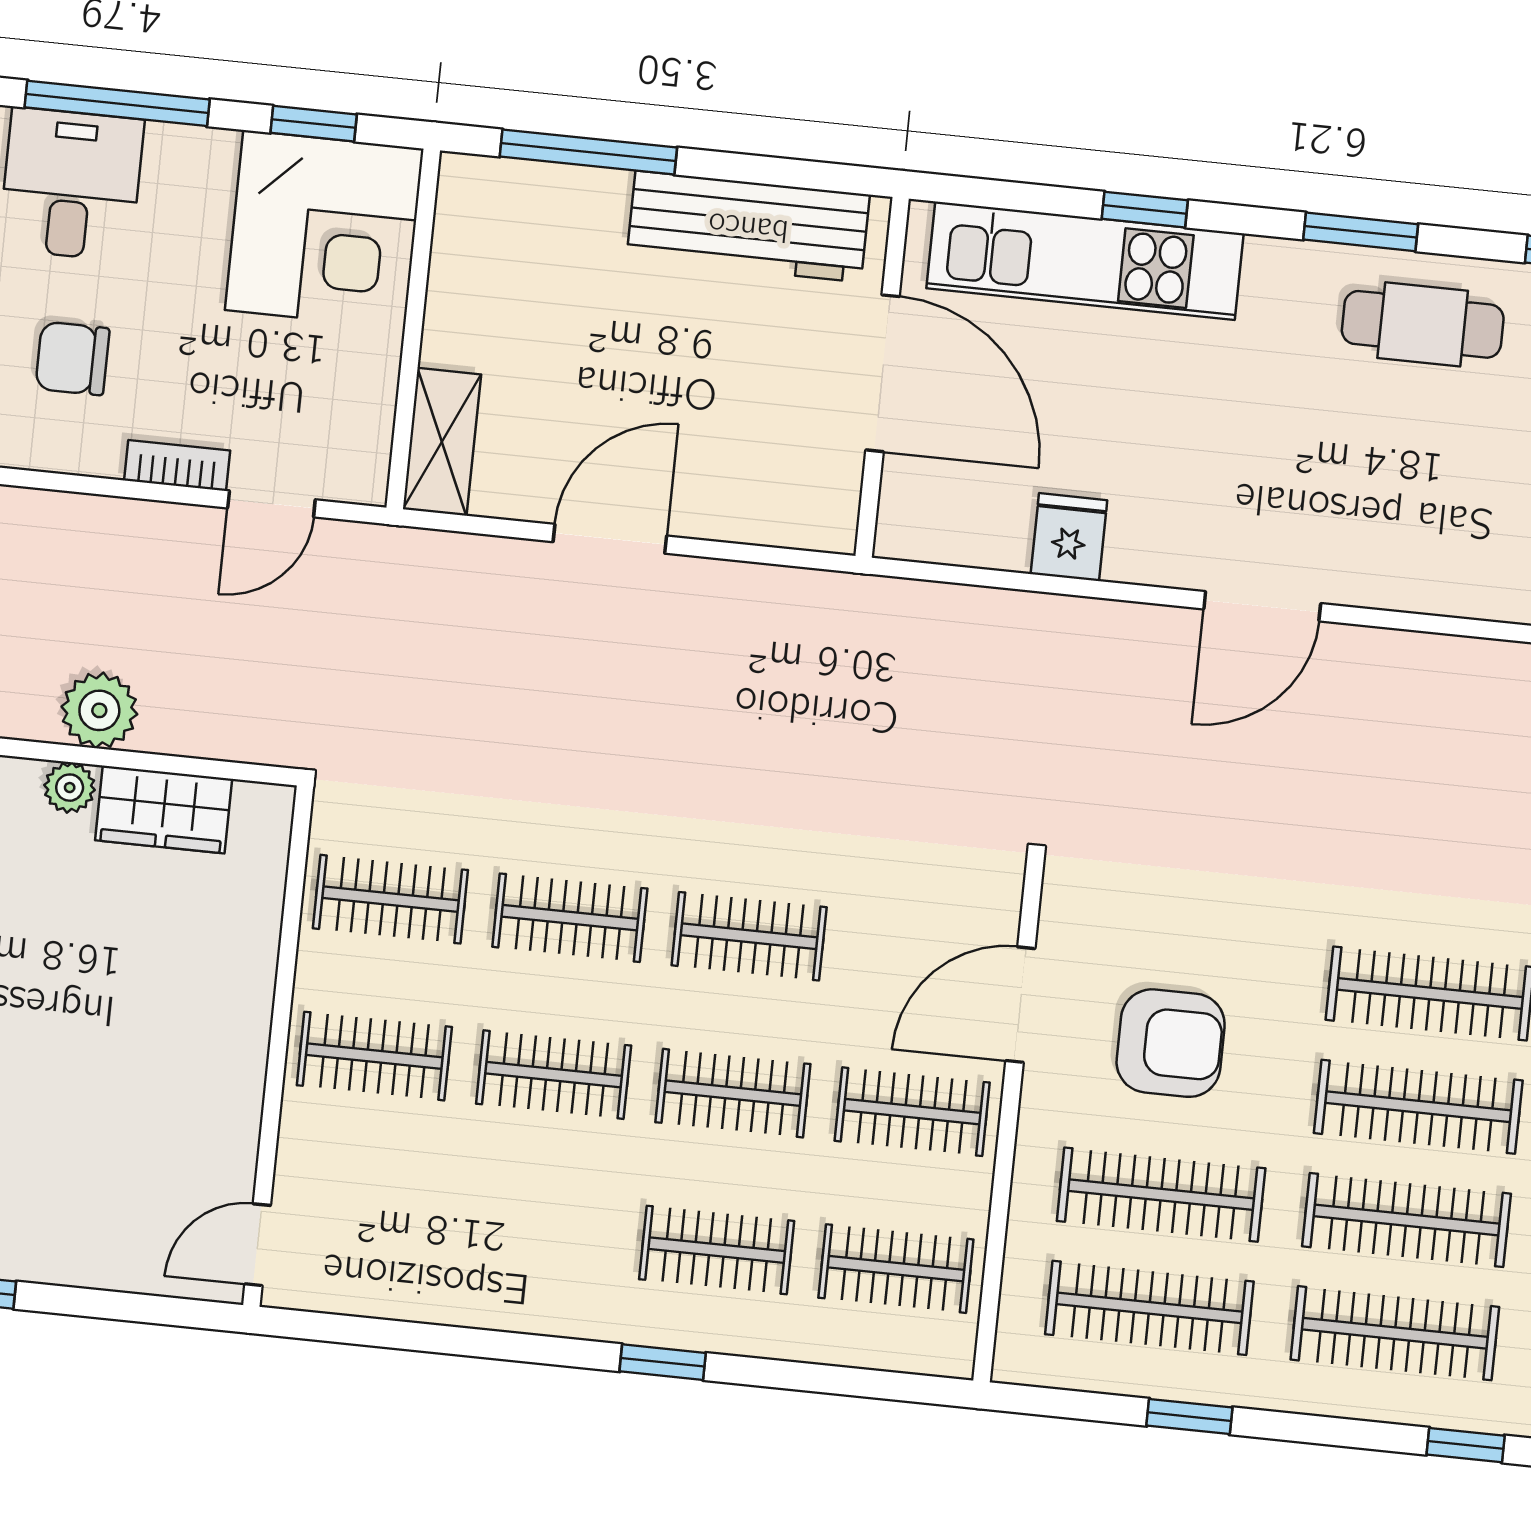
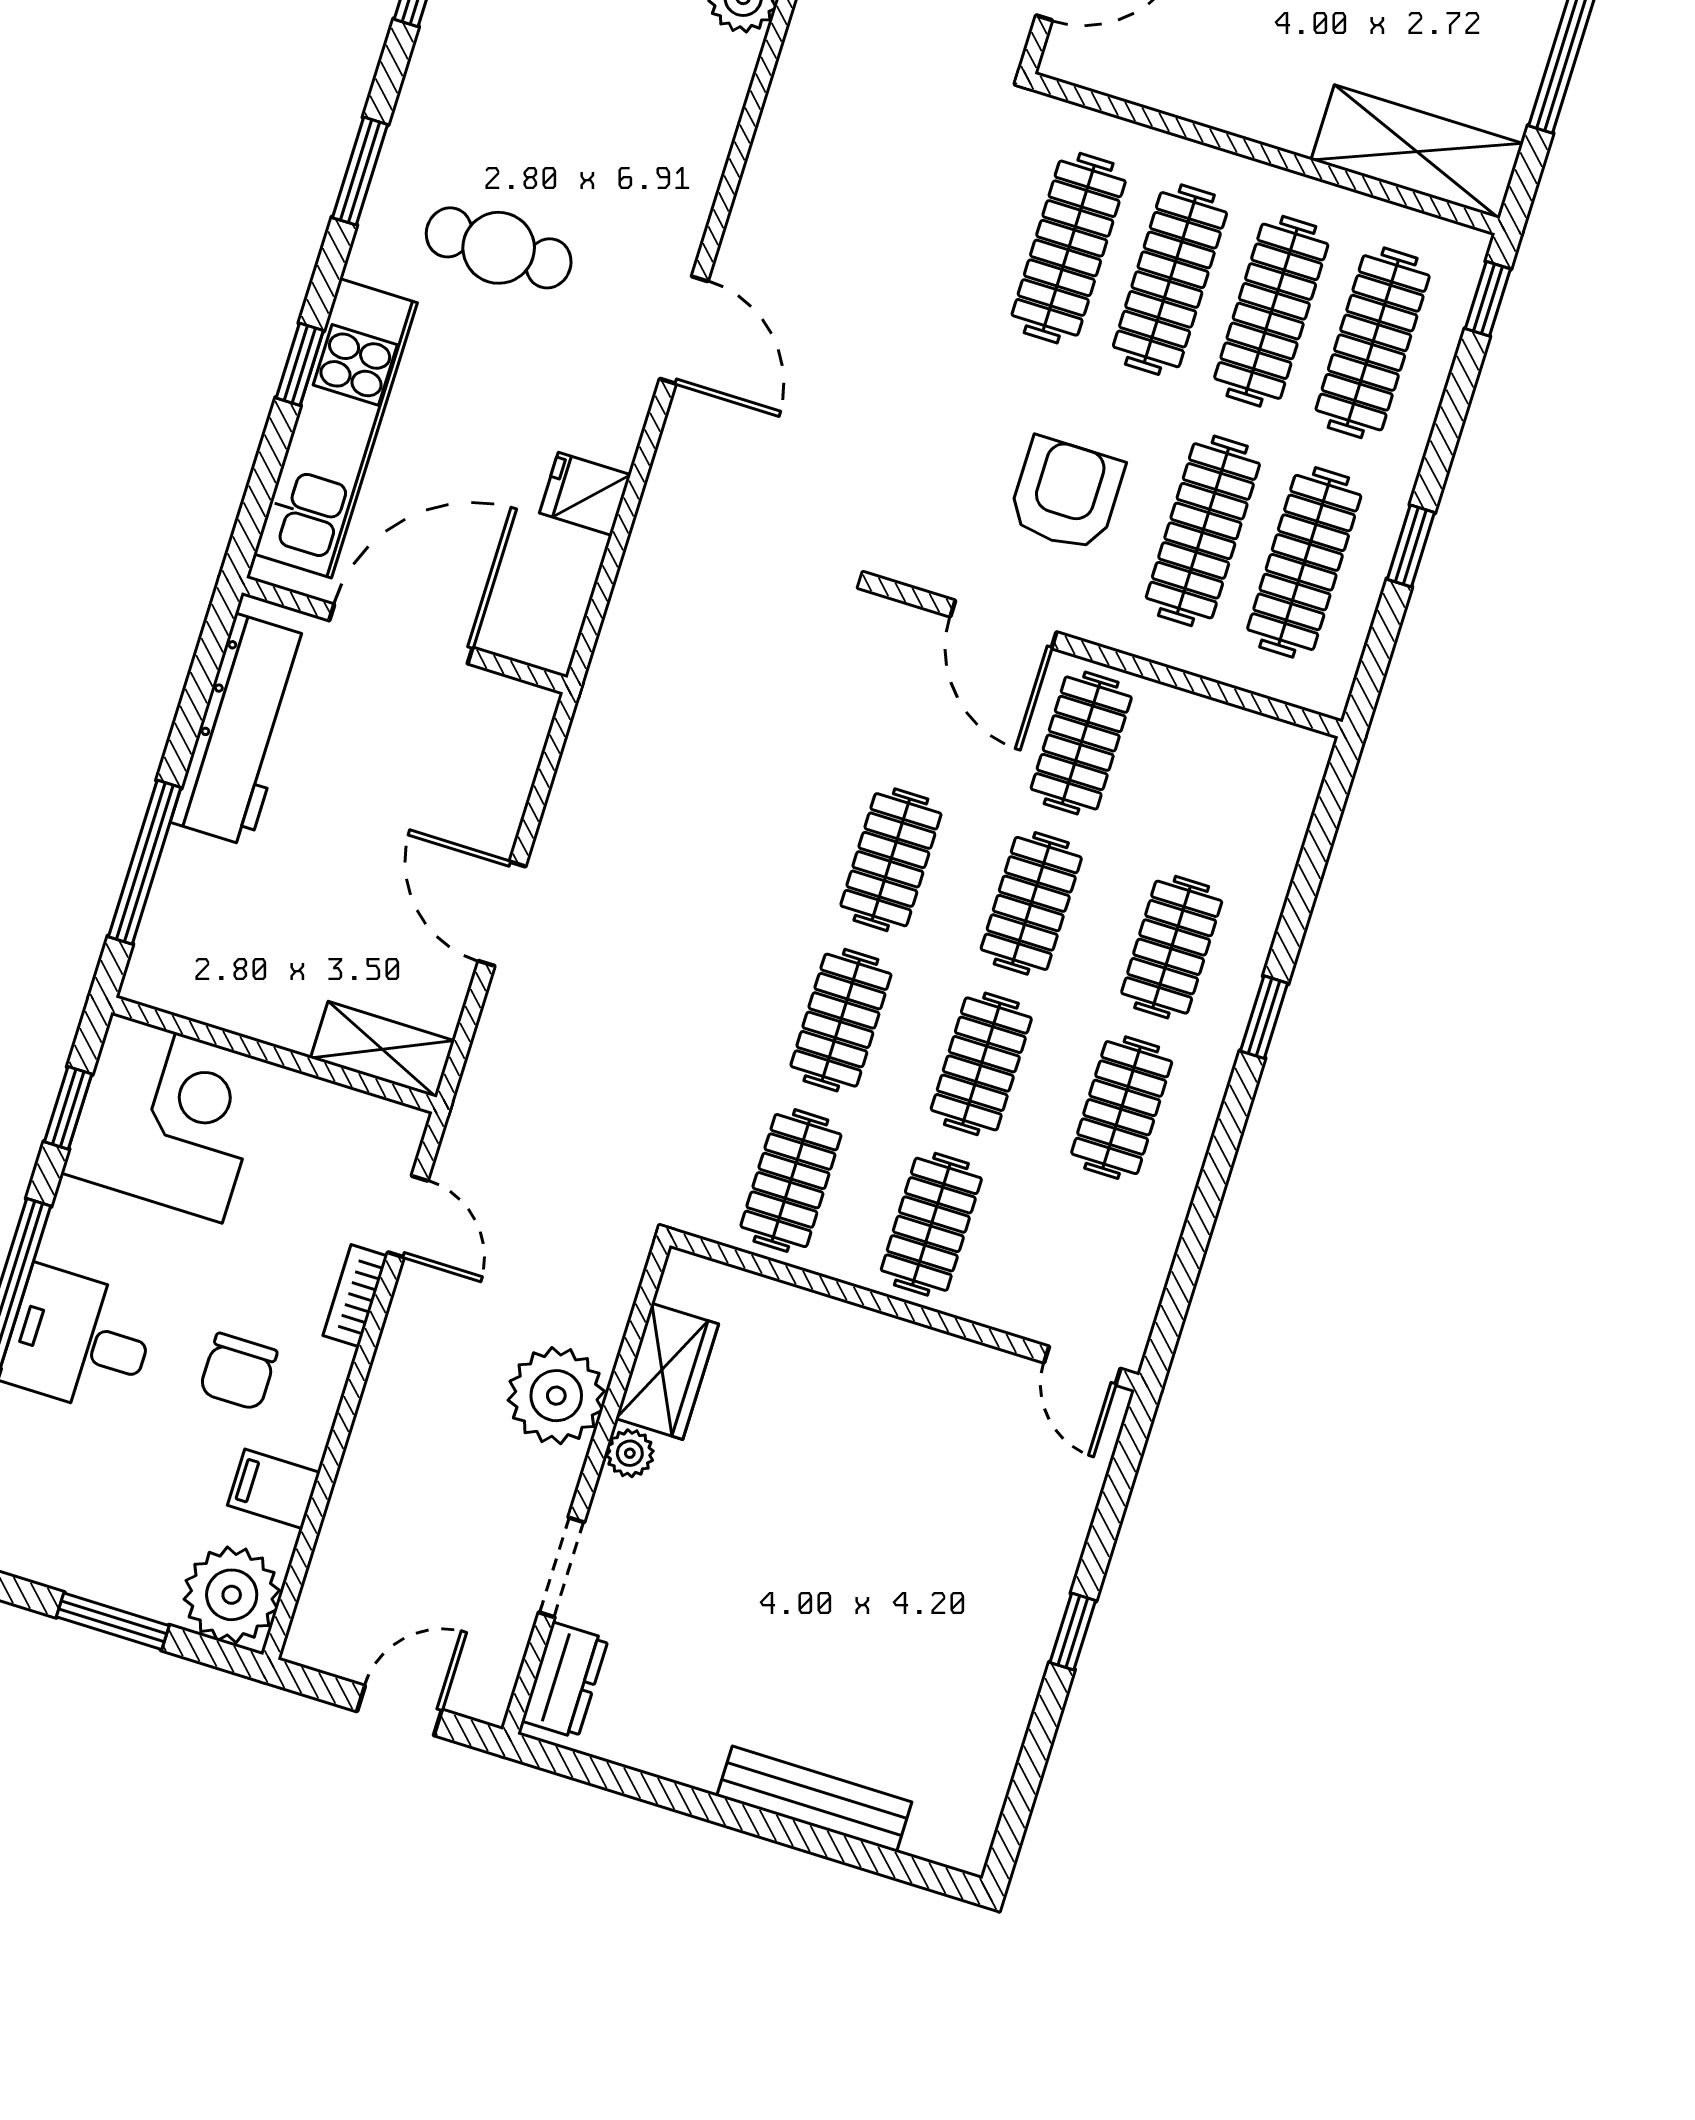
cafe table: (1423, 324) -> (499, 248), moved, turned 90
plant: (99, 710) -> (556, 1396), width x1.36, depth x1.36
clothes rail: (896, 1269) -> (1122, 1108), moved

